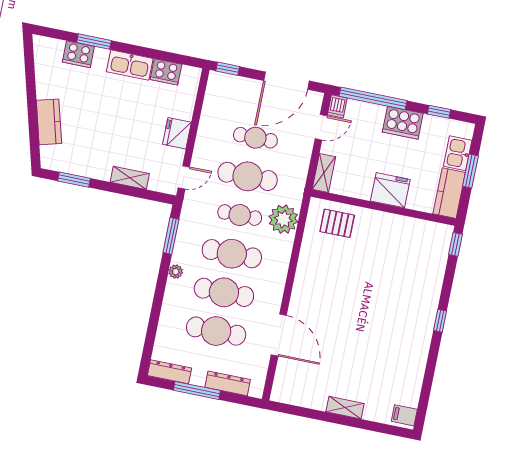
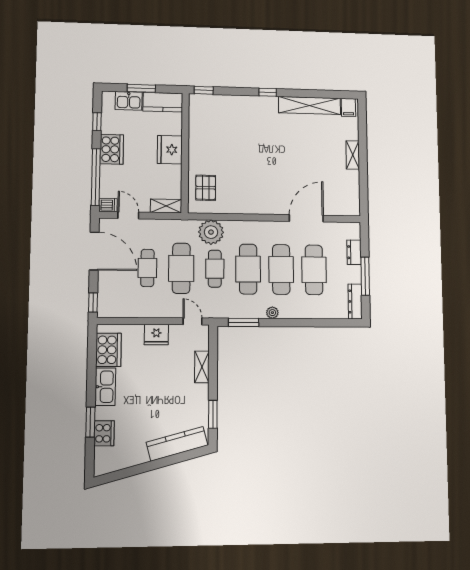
cooker: (166, 72) -> (108, 350), width x1.37, depth x1.31
kitchen counter: (49, 122) -> (177, 444), width x1.50
shelving: (415, 368) -> (310, 105), added
dresser: (228, 383) -> (354, 252), width x0.70

